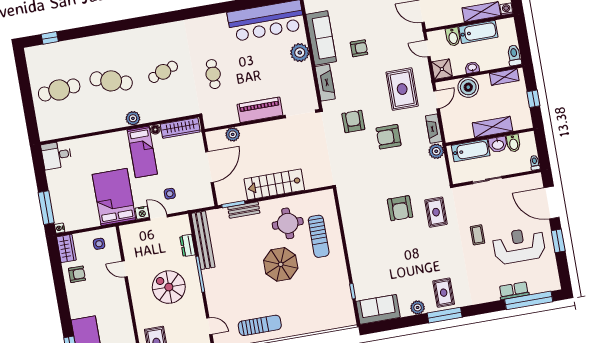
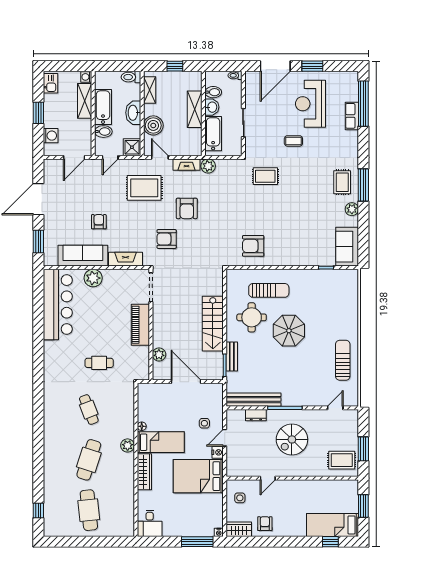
washbasin: (472, 68) -> (133, 113), width x1.91, depth x1.45
wardrobe: (180, 128) -> (144, 472), moved
armchair: (400, 208) -> (253, 246), moved, turned 180
rug: (444, 293) -> (342, 182), turned 90

